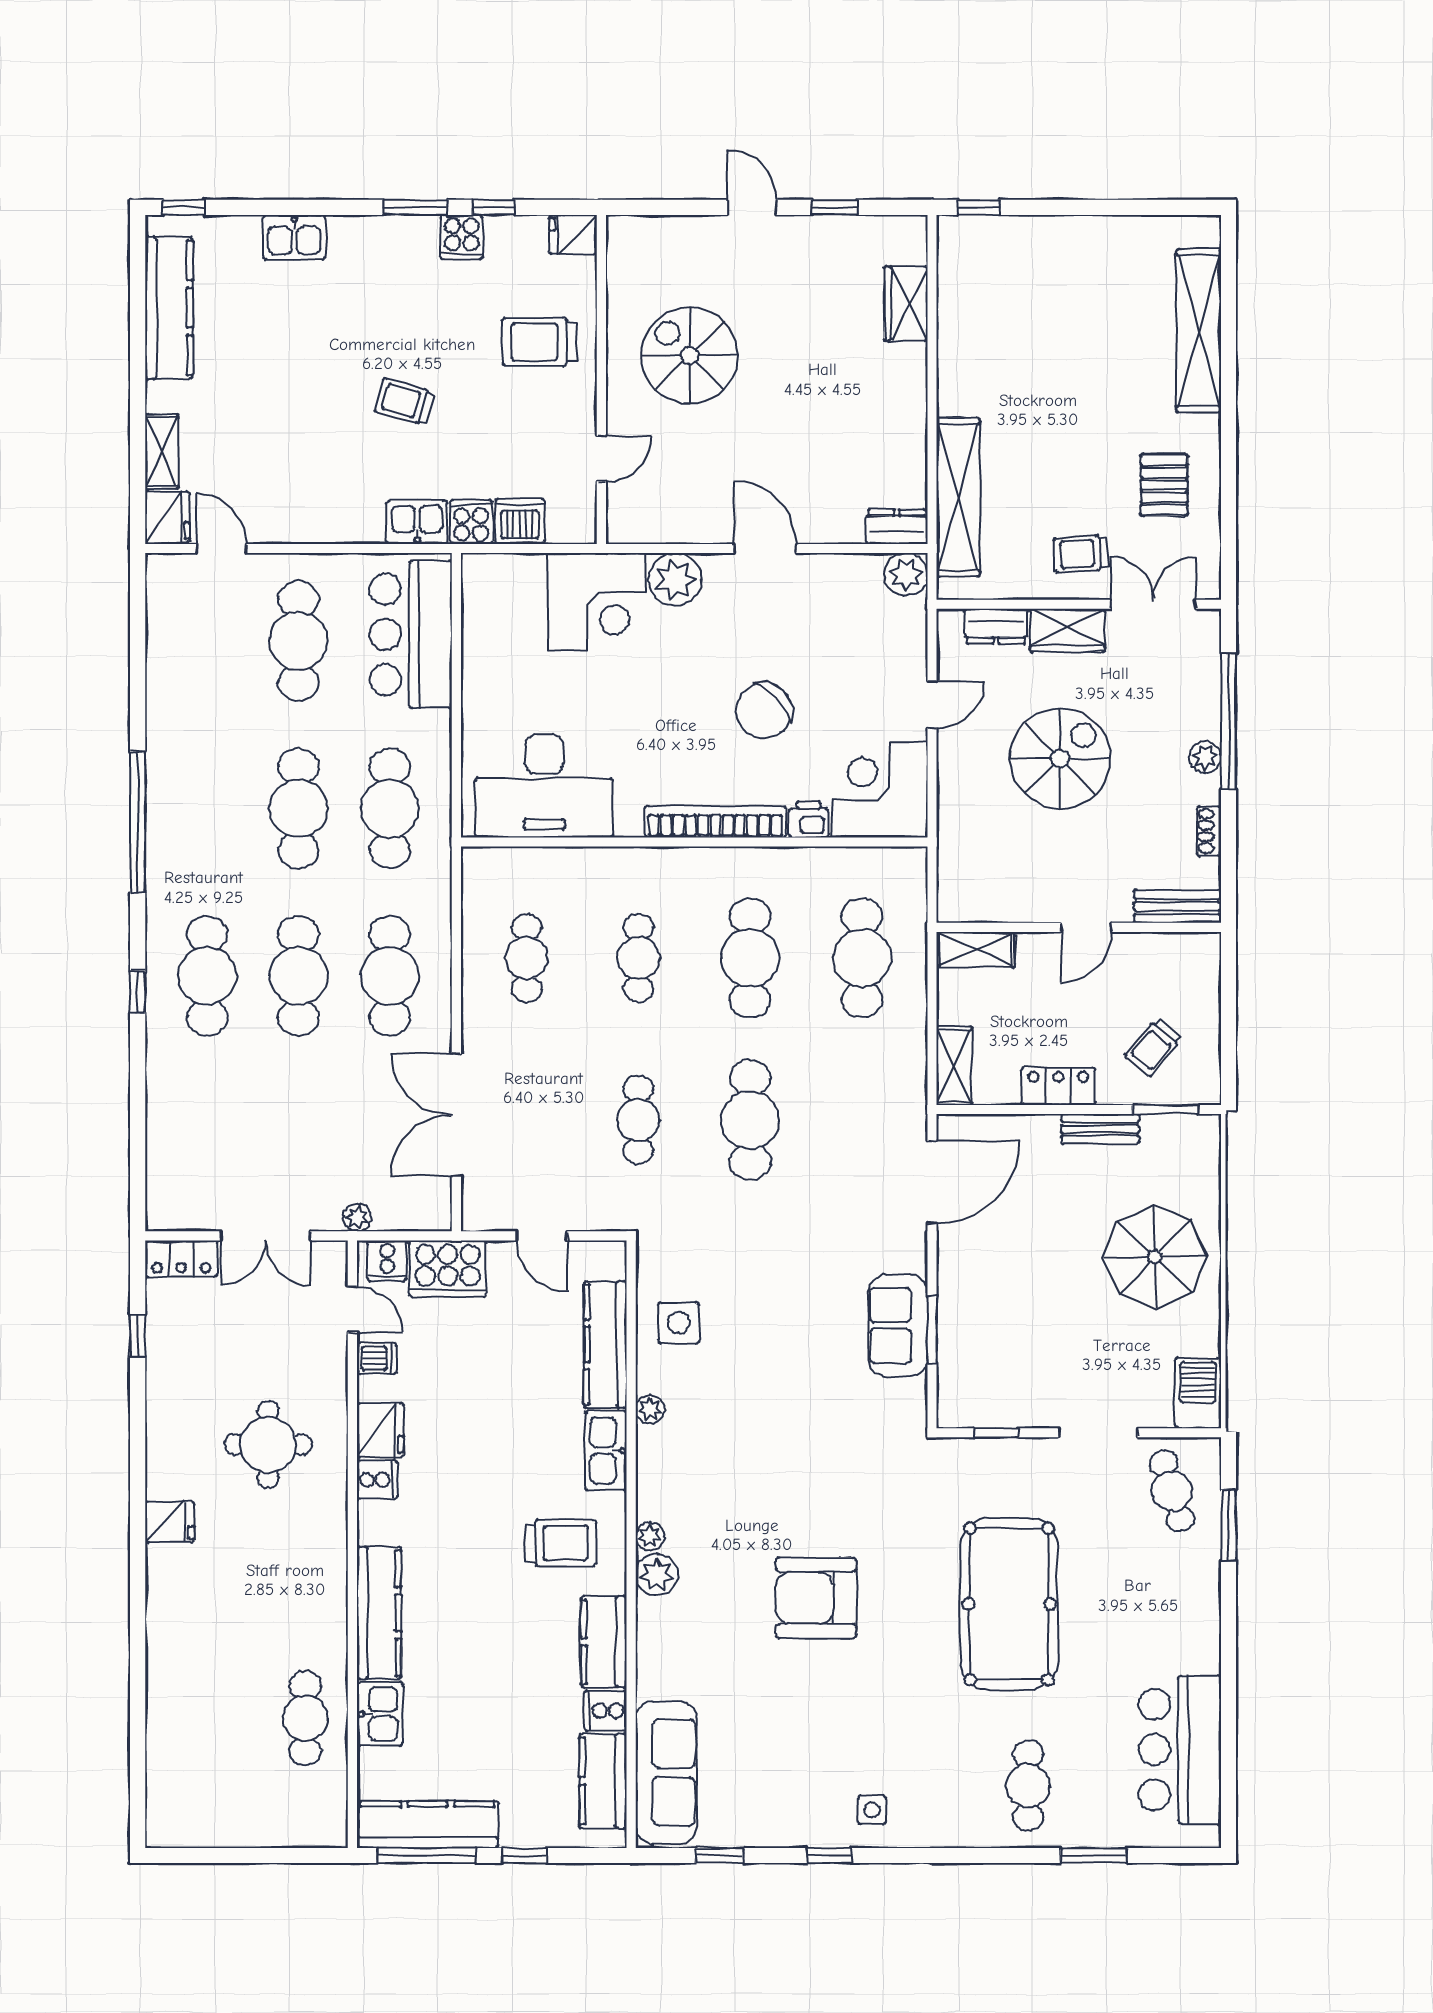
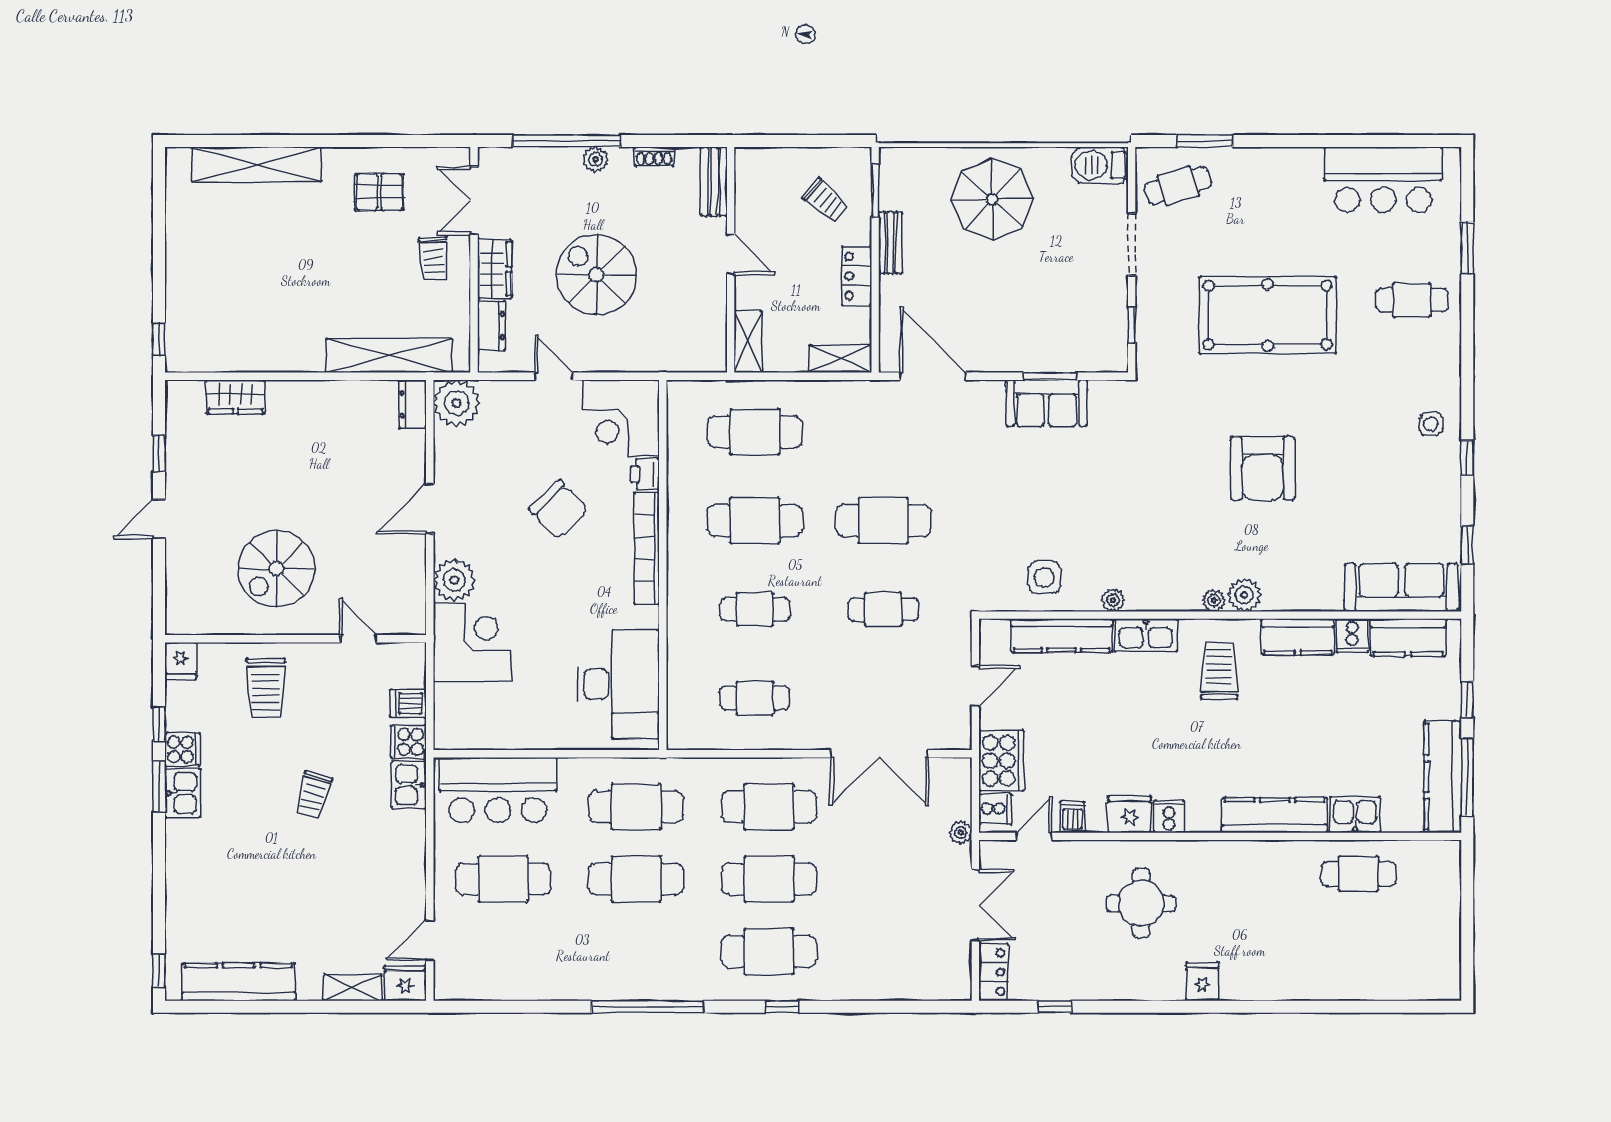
kitchen sink: (294, 237) -> (183, 793), moved
dishwasher: (520, 521) -> (408, 703), width x0.73
plant: (906, 574) -> (457, 403), width x1.36, depth x1.36

